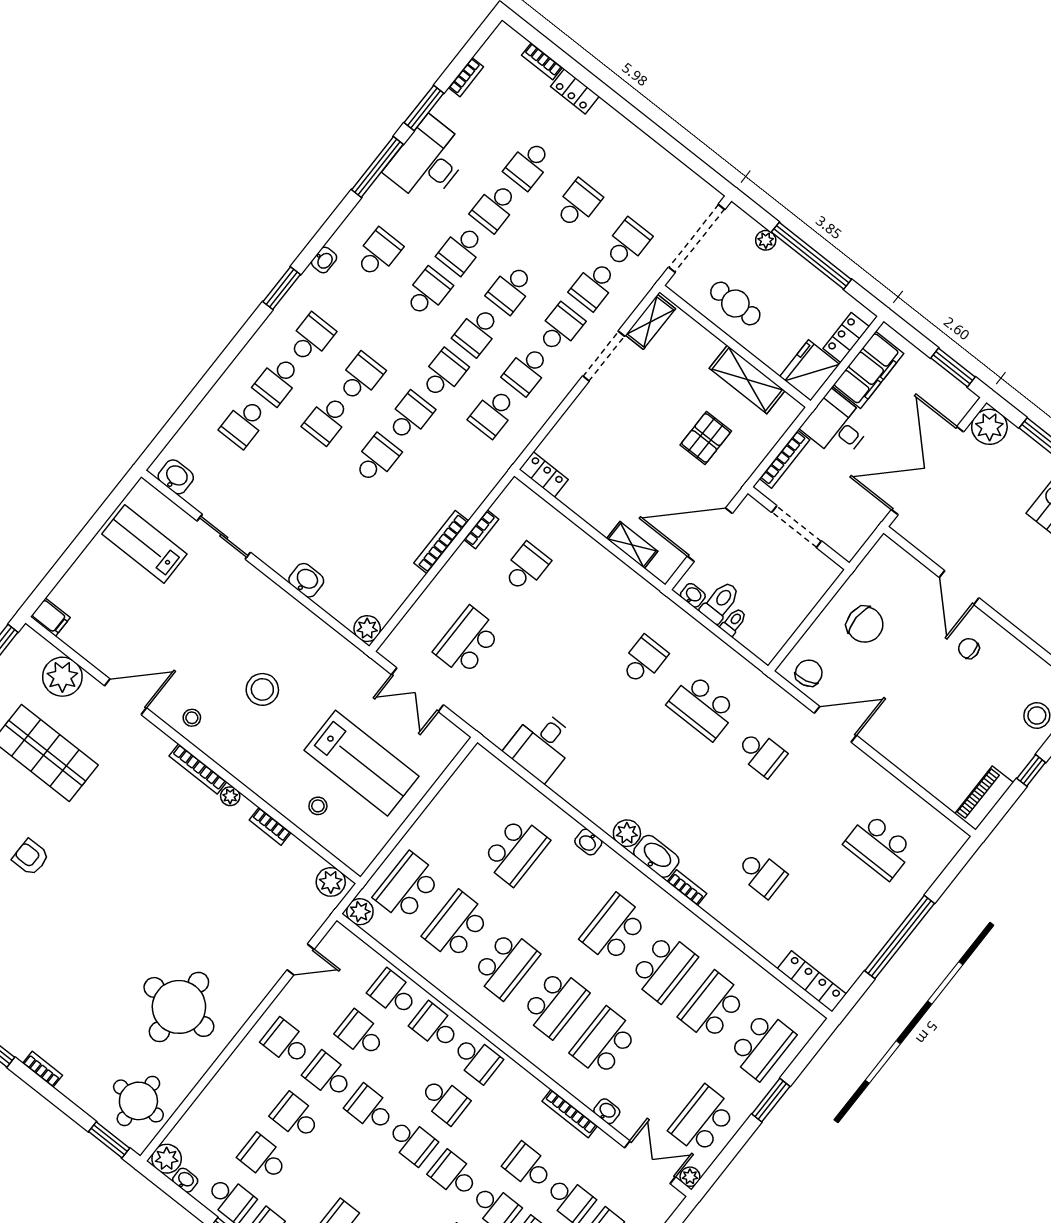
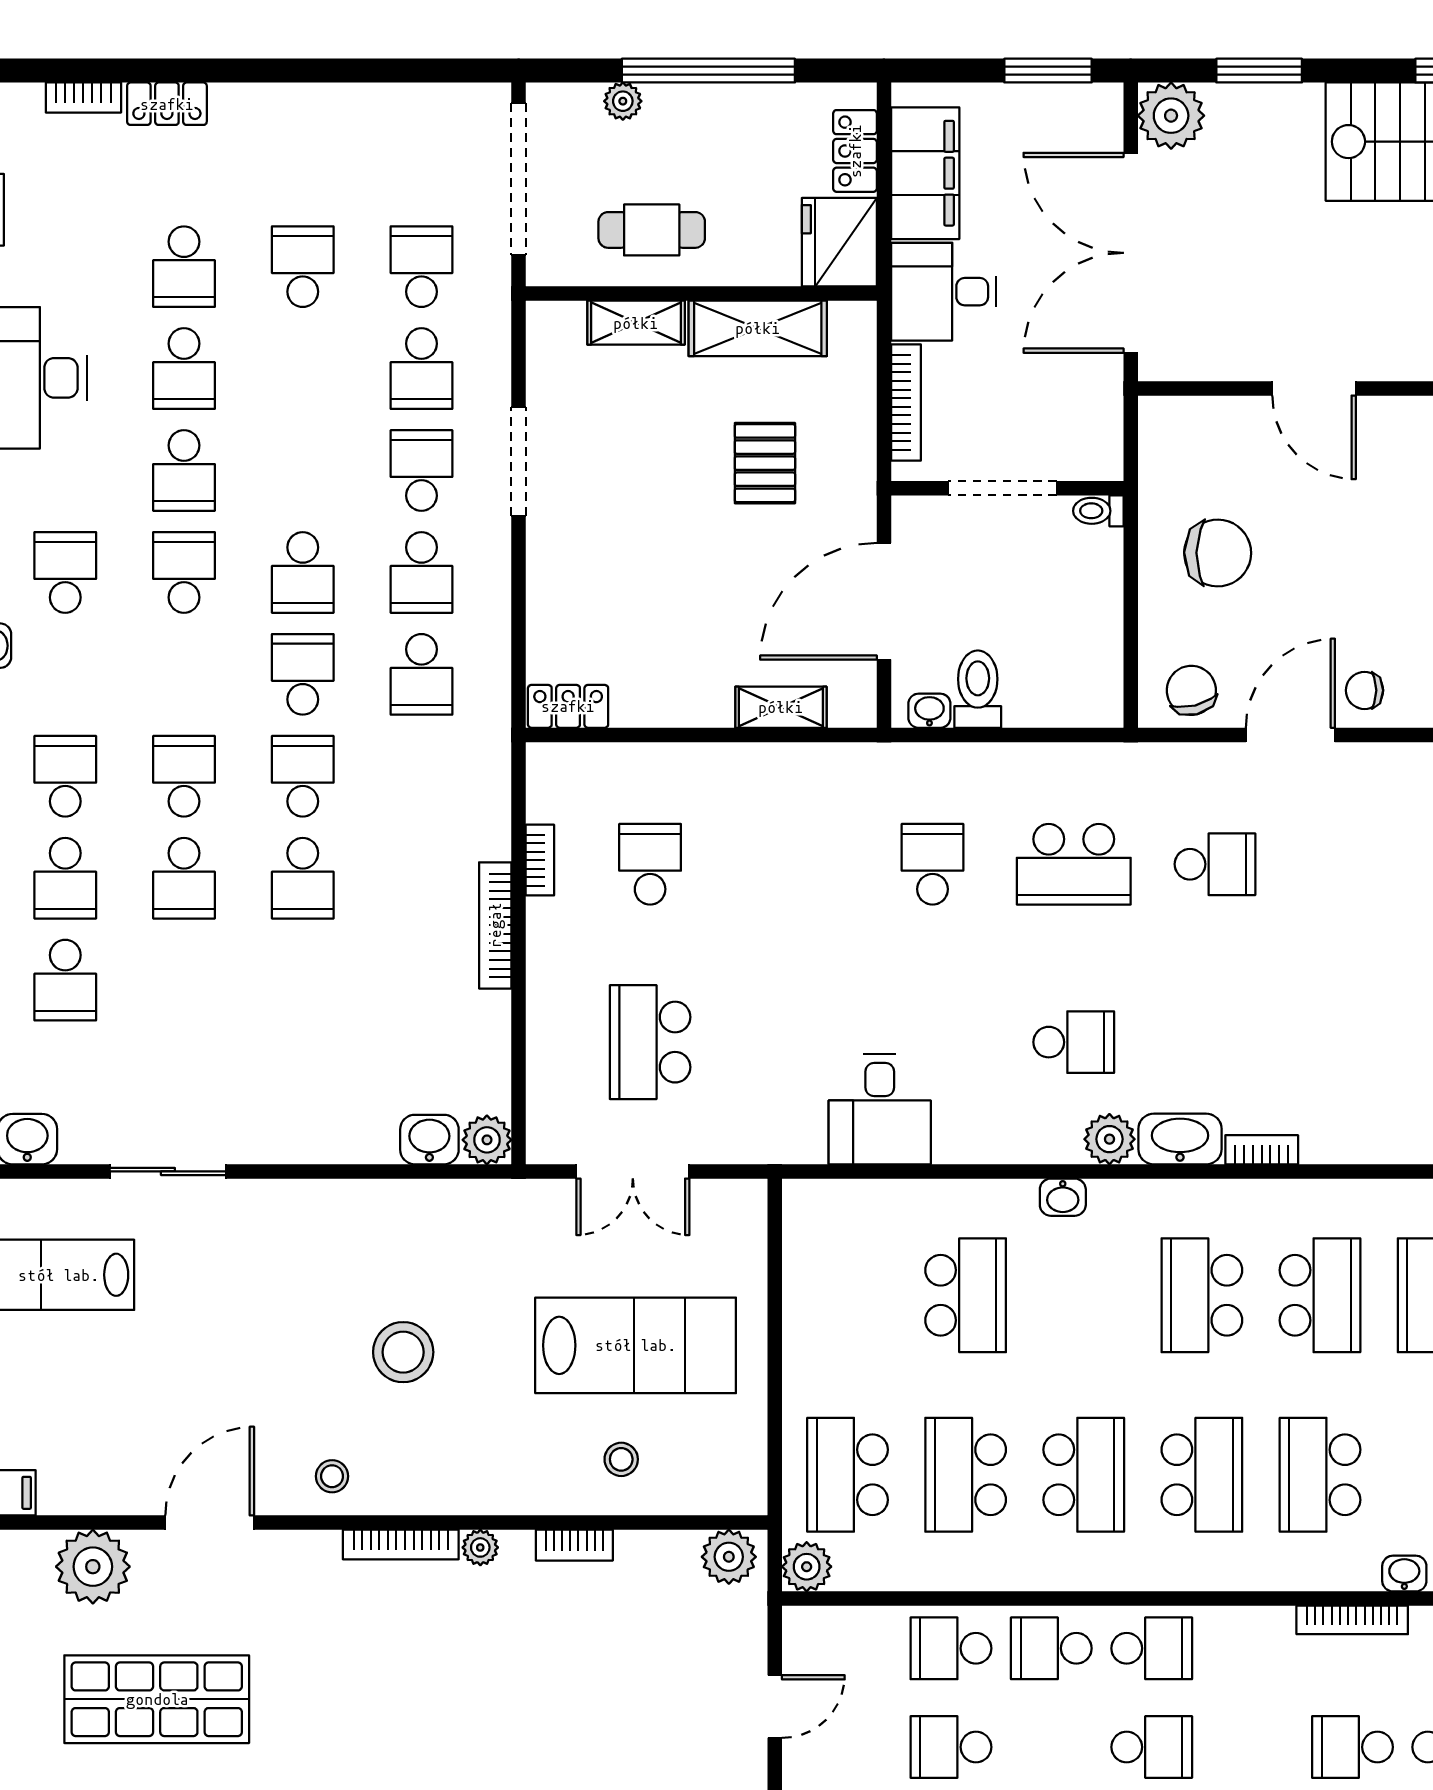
school desk: (511, 289) -> (303, 471), removed
shelving: (650, 322) -> (636, 323), moved, turned 90
school desk: (376, 459) -> (303, 878), turned 180
washbasin: (306, 580) -> (429, 1140), moved
toilet: (734, 622) -> (1098, 511), moved, turned -90
chair: (969, 648) -> (1365, 690), moved
school desk: (762, 874) -> (1074, 1042), moved

